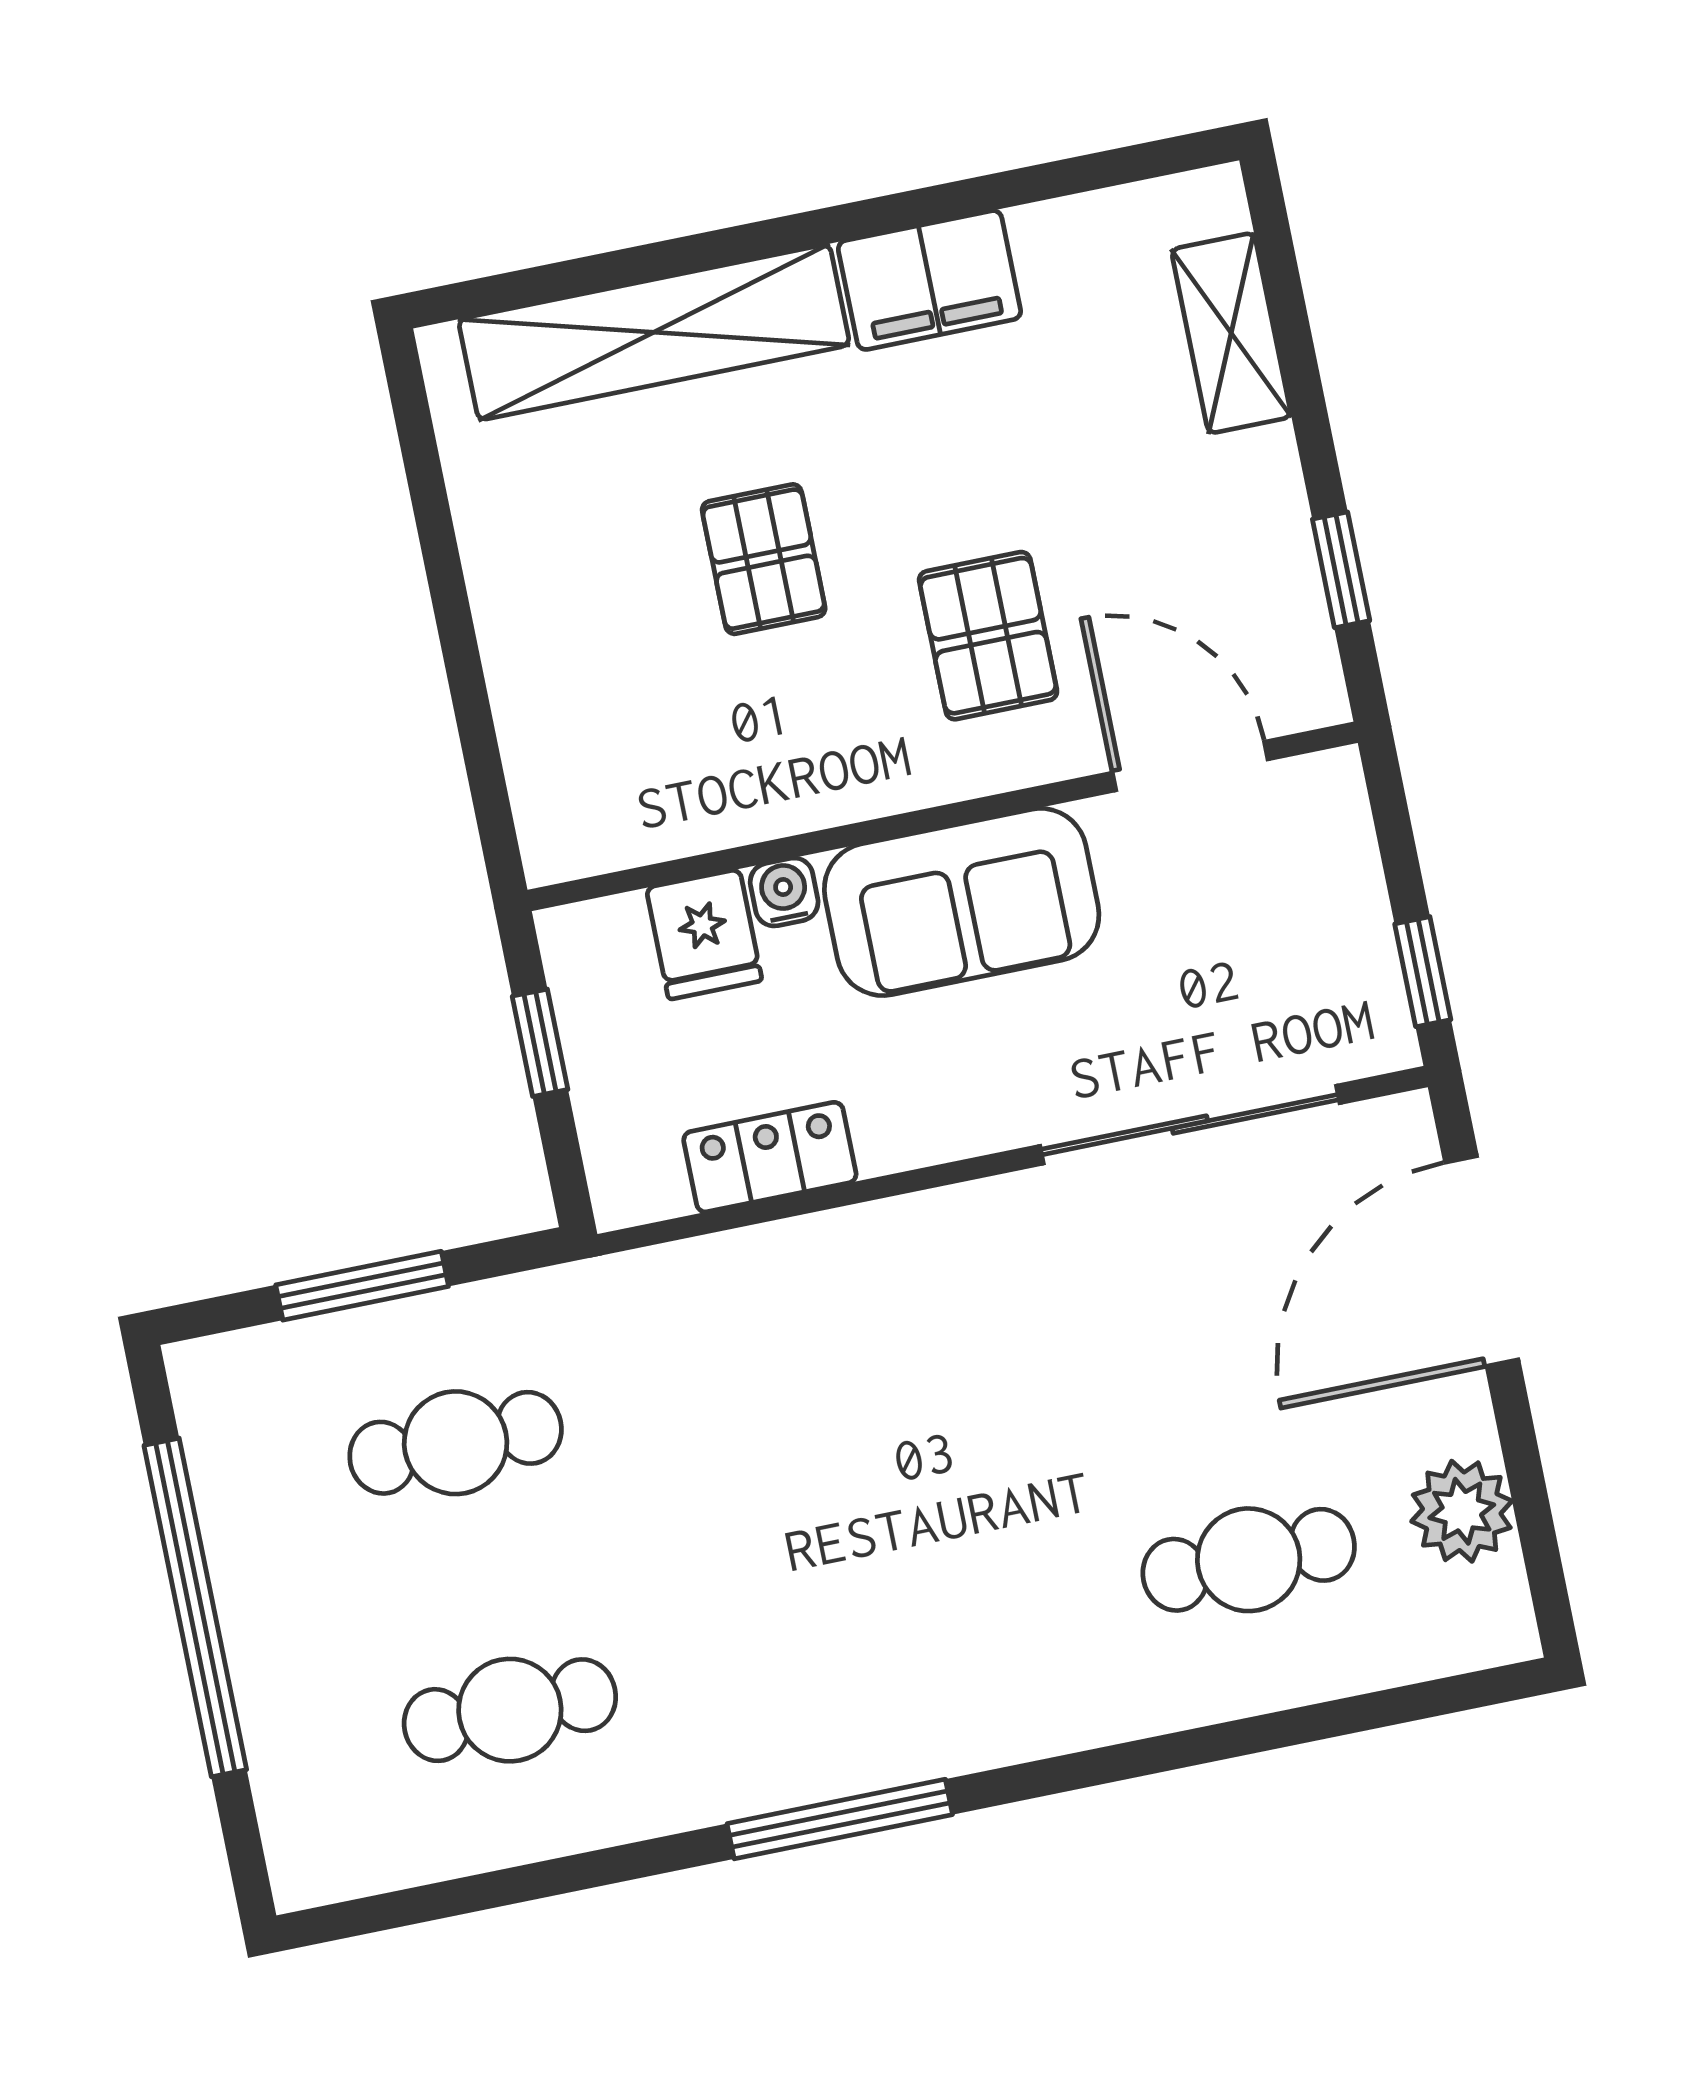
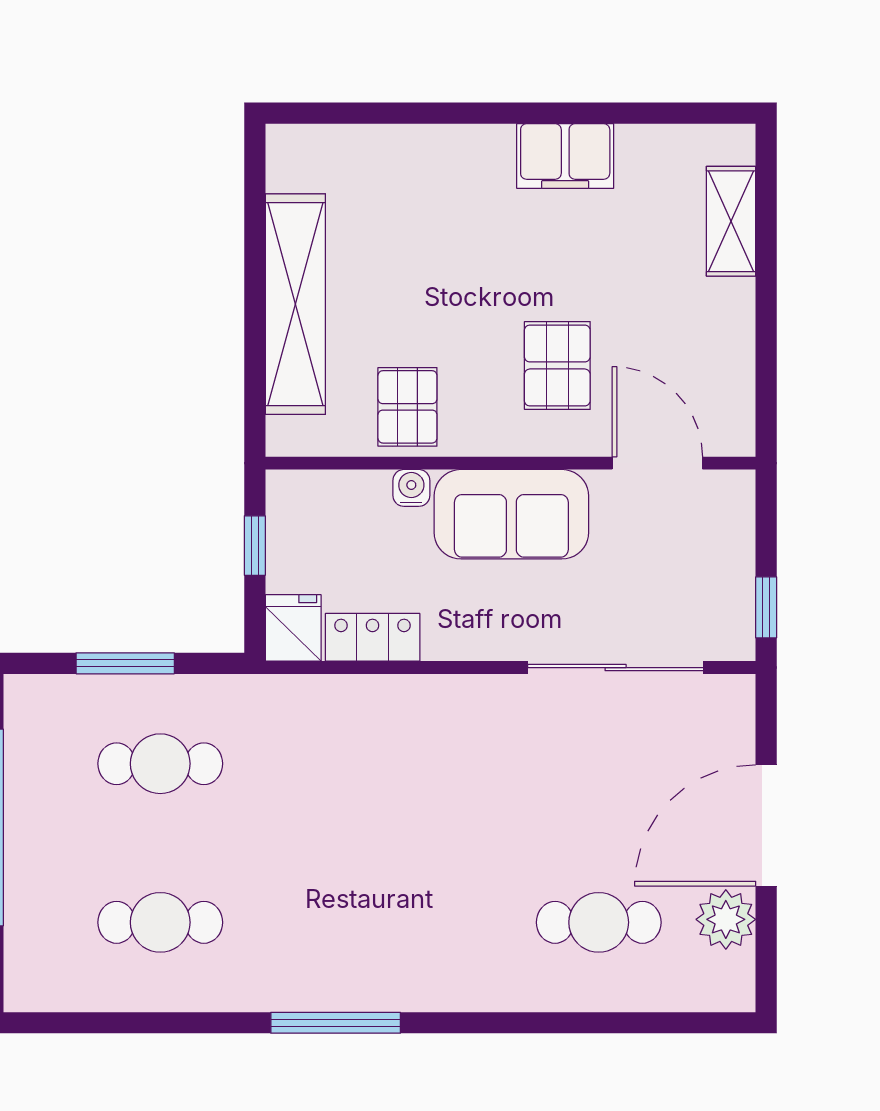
shelving: (654, 332) -> (295, 304), moved, turned 90
pallet: (764, 559) -> (407, 407), moved
window: (1341, 570) -> (766, 369), removed
fridge: (704, 934) -> (293, 628), moved, turned 180
door: (1482, 1261) -> (766, 826), moved

